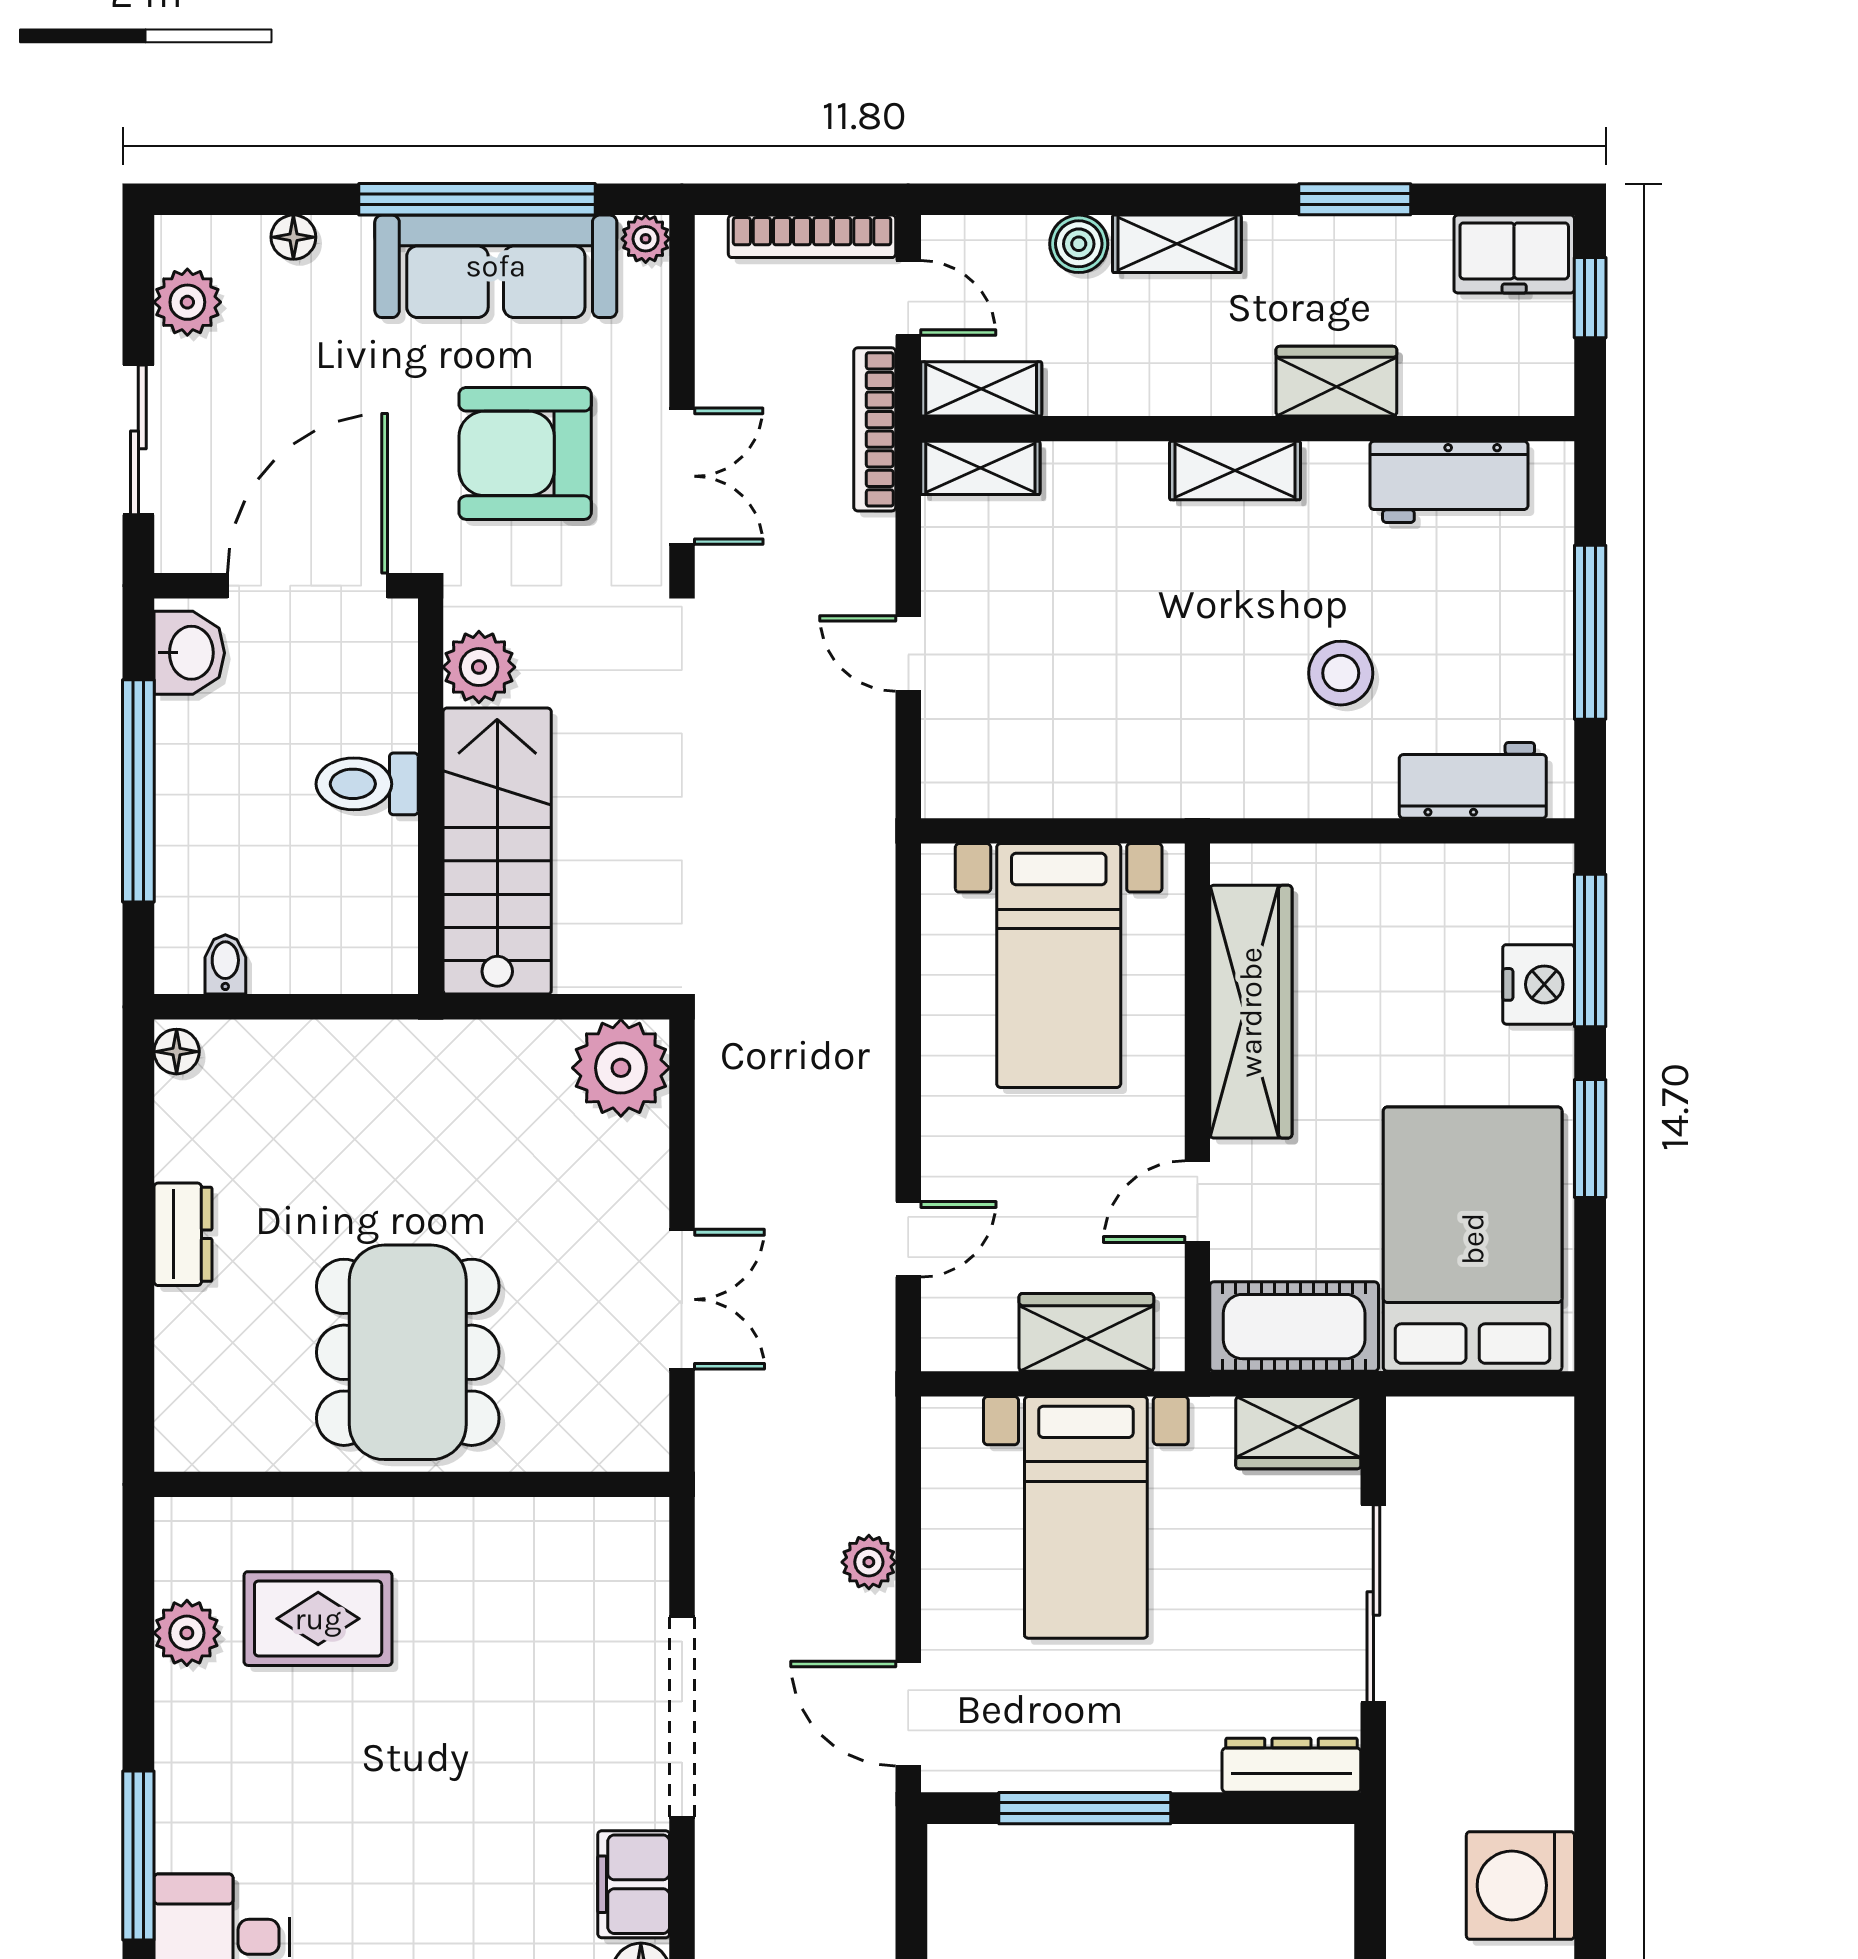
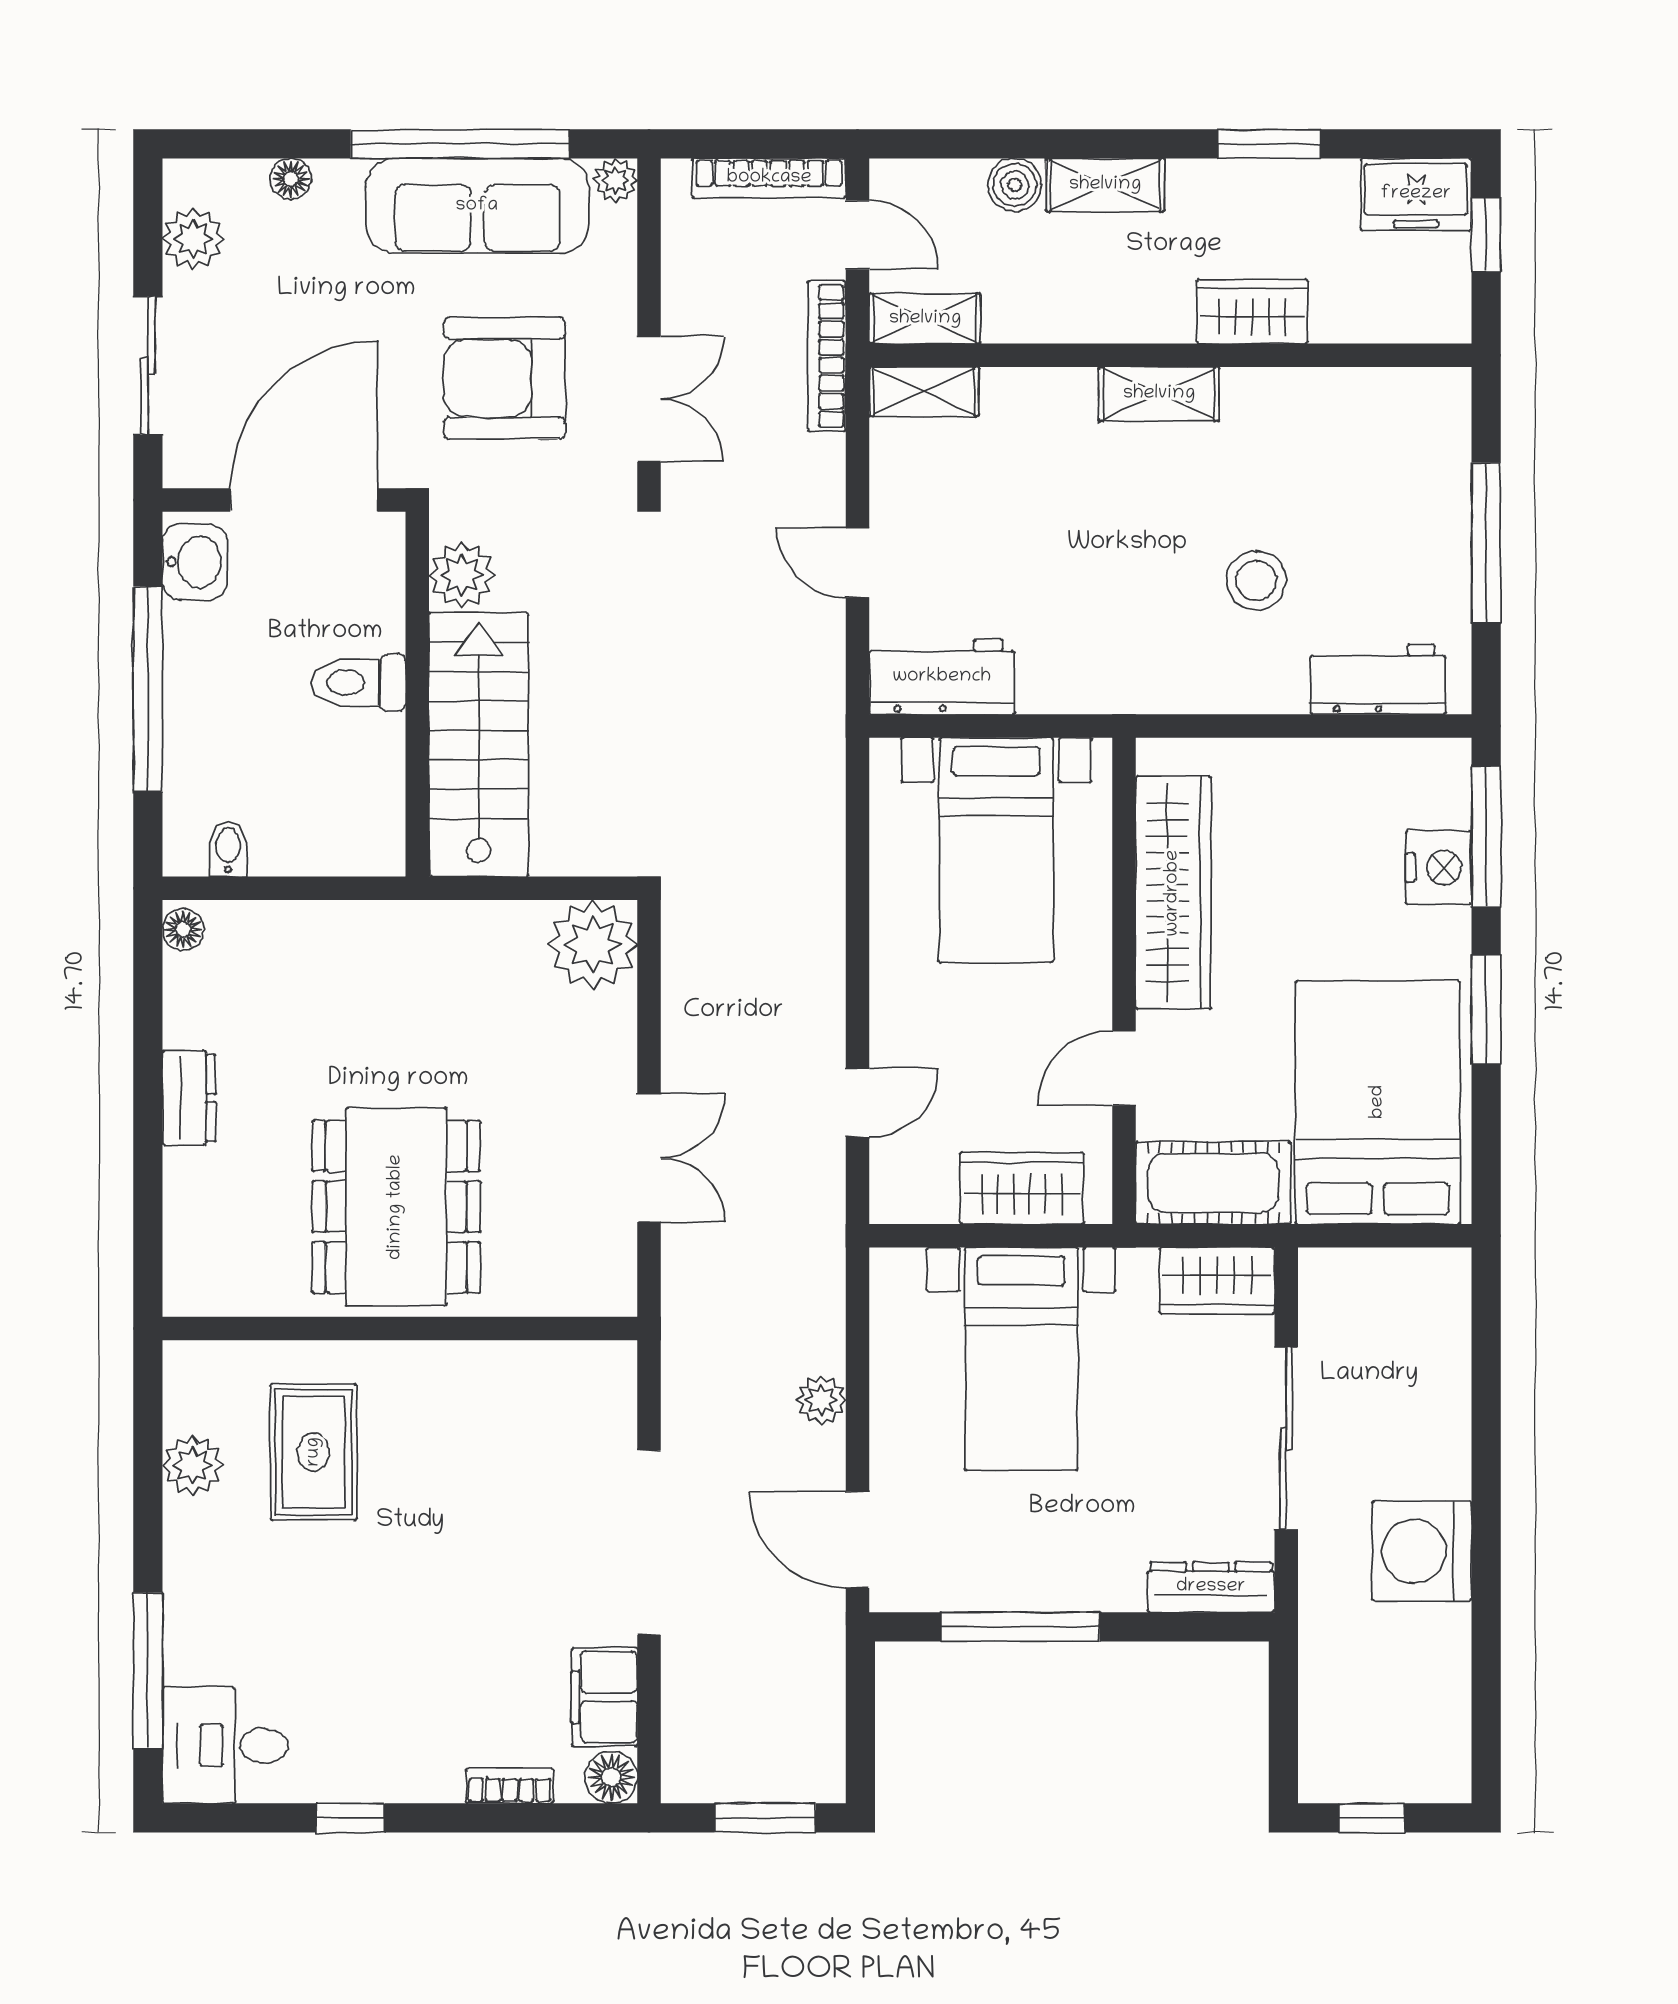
workbench: (1449, 482) -> (942, 677), moved, turned 180
rug: (318, 1619) -> (314, 1452), turned 90
washing machine: (1520, 1885) -> (1422, 1551), moved

